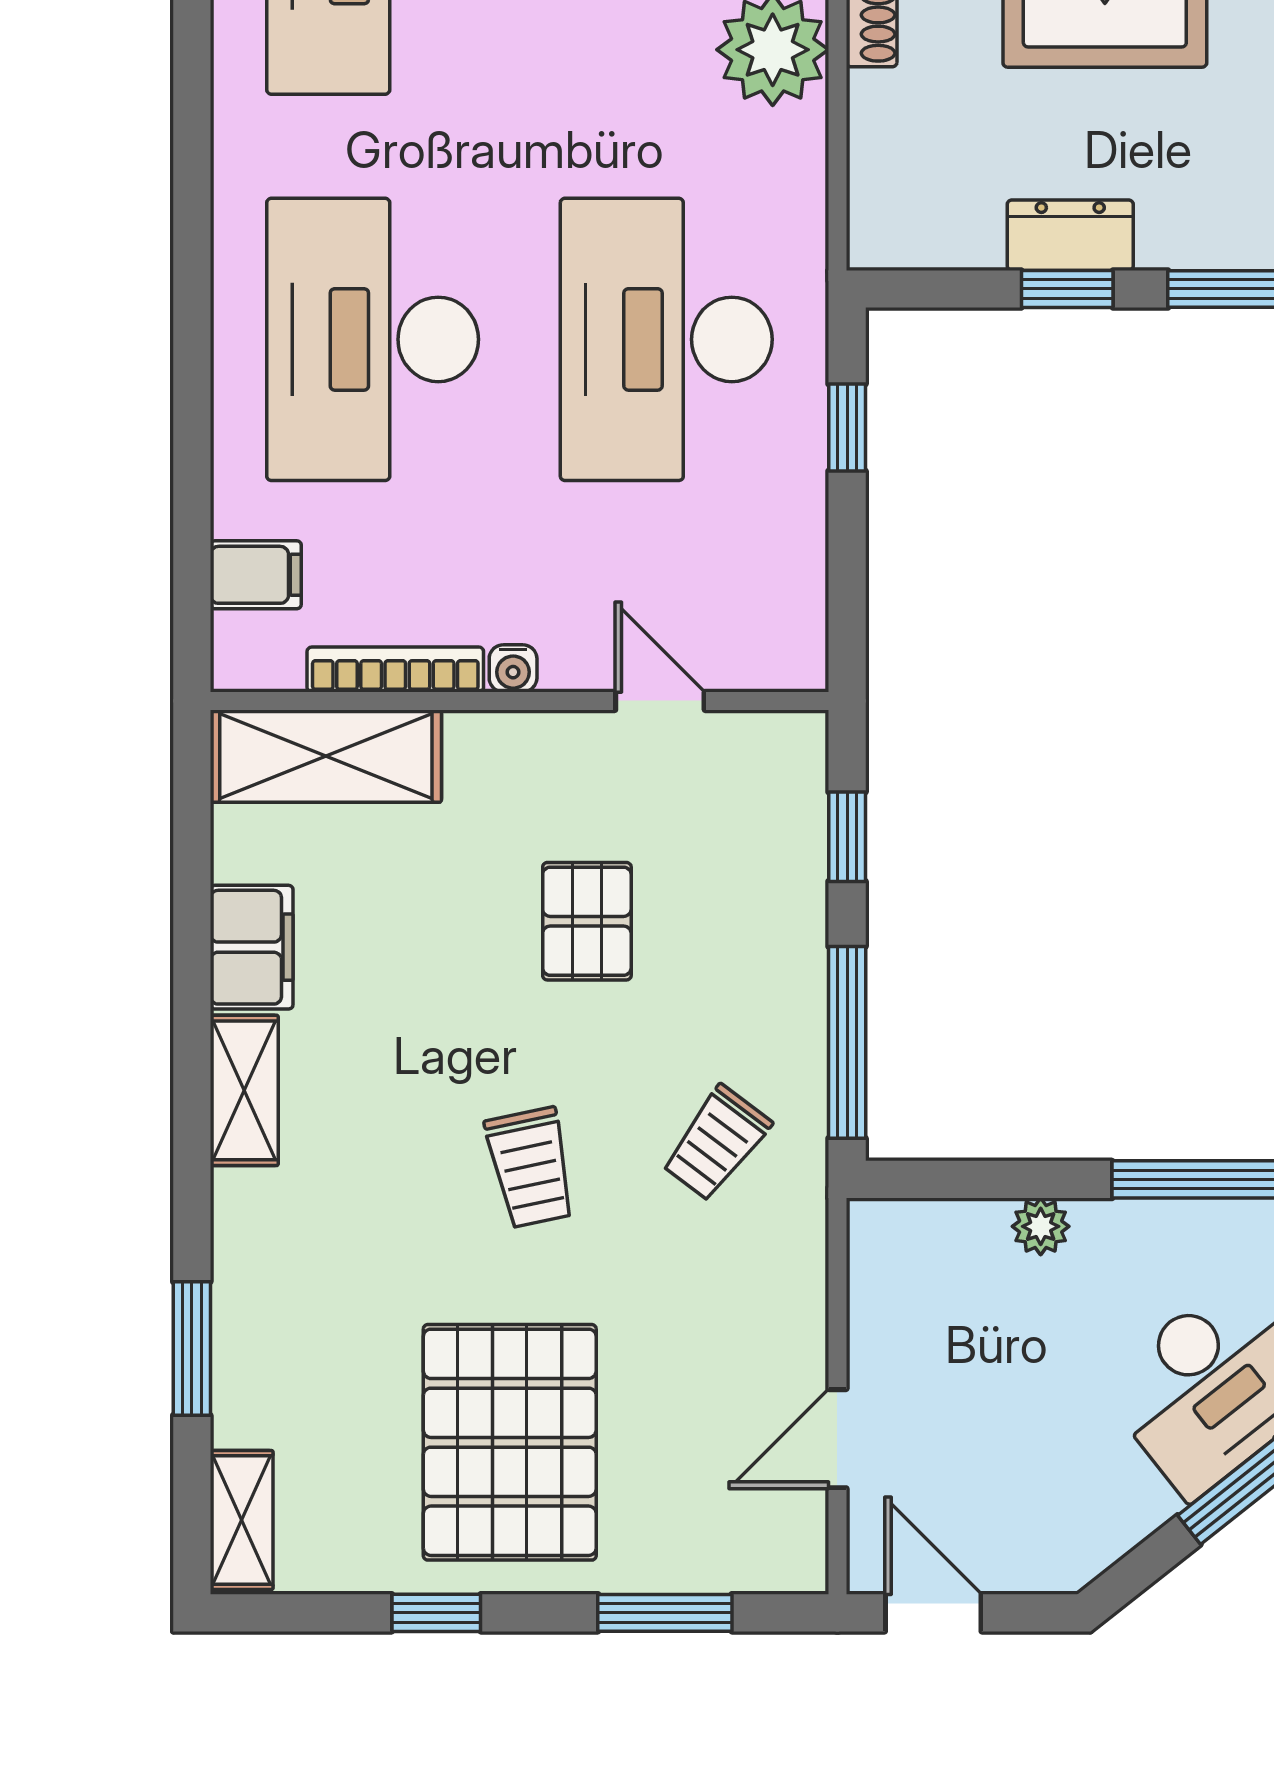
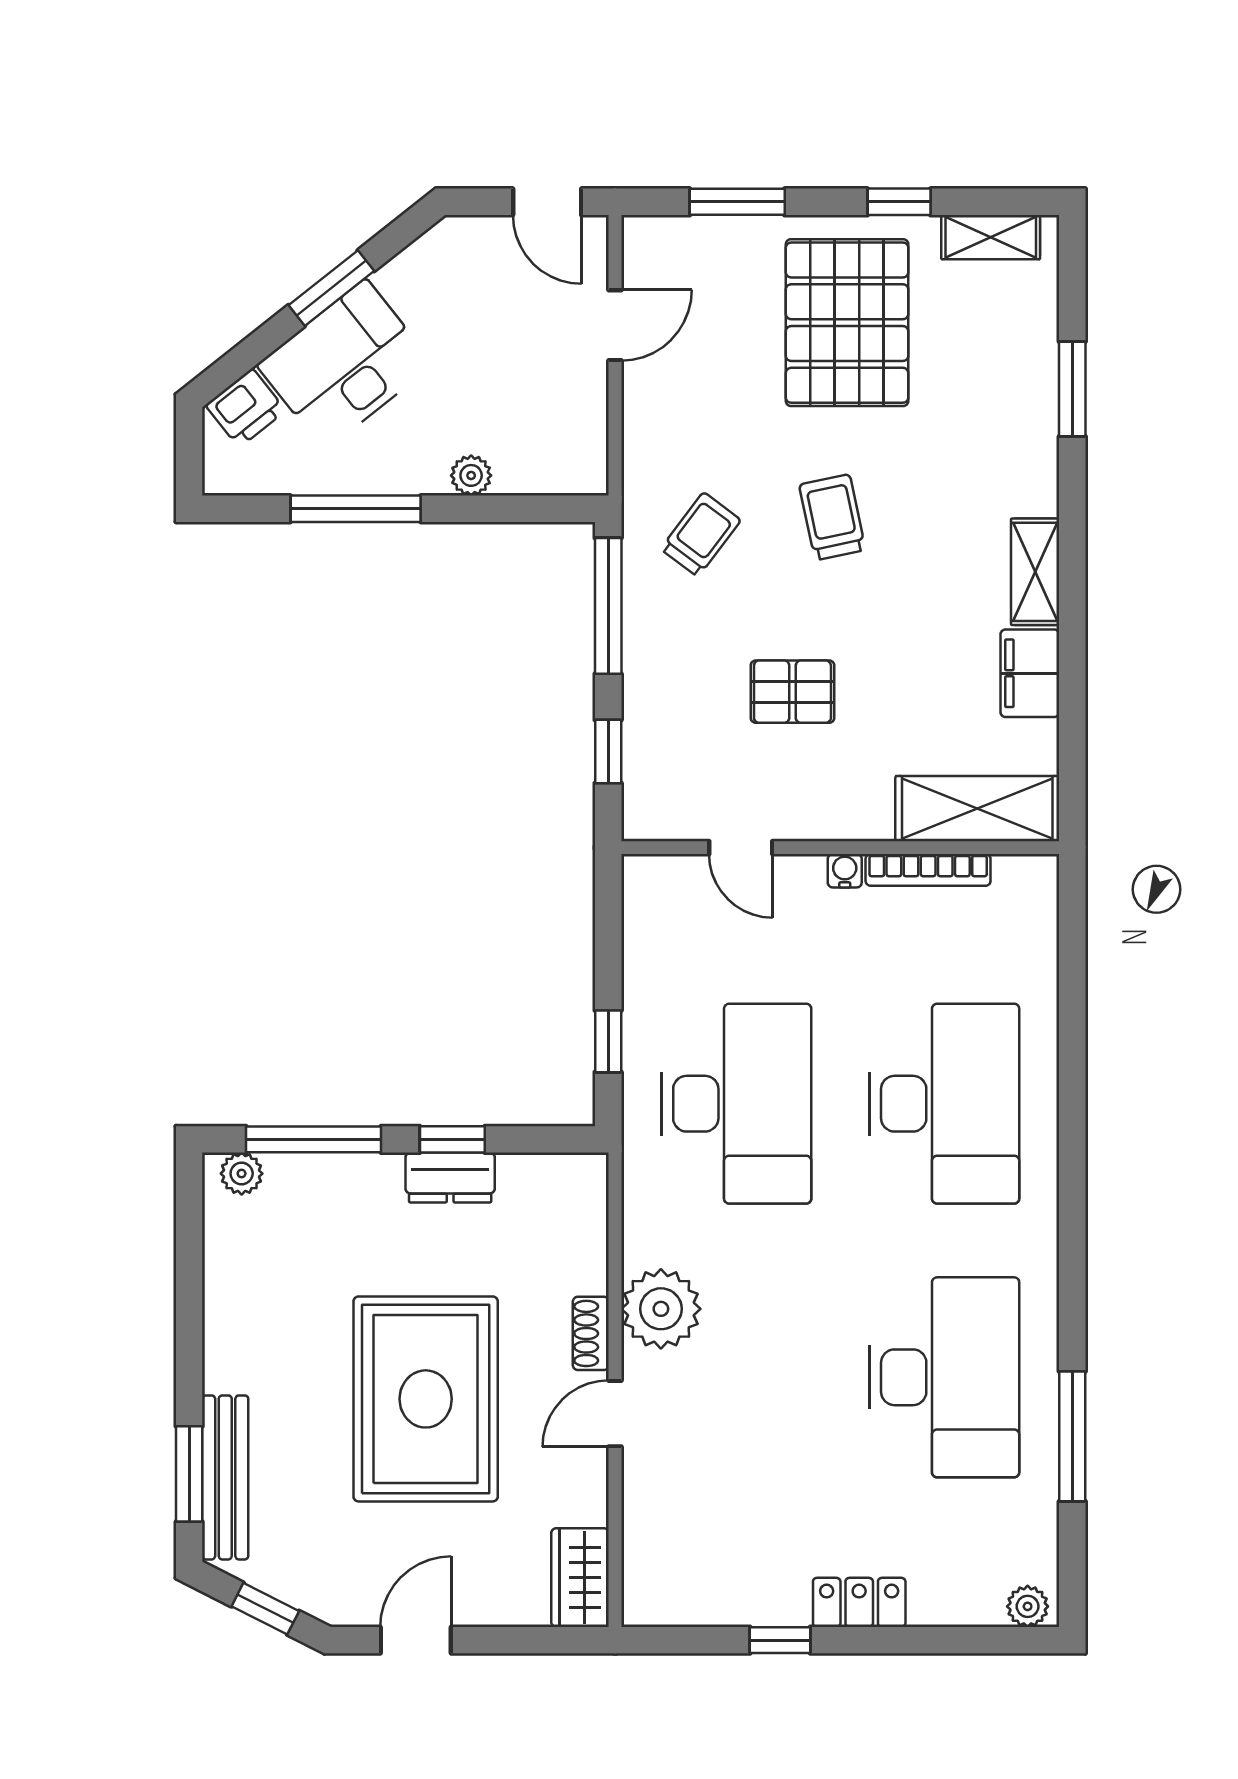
filing cabinet: (256, 575) -> (1027, 937), removed
pallet: (587, 921) -> (792, 692), turned 90
shelving: (242, 1520) -> (991, 237), moved, turned 90

